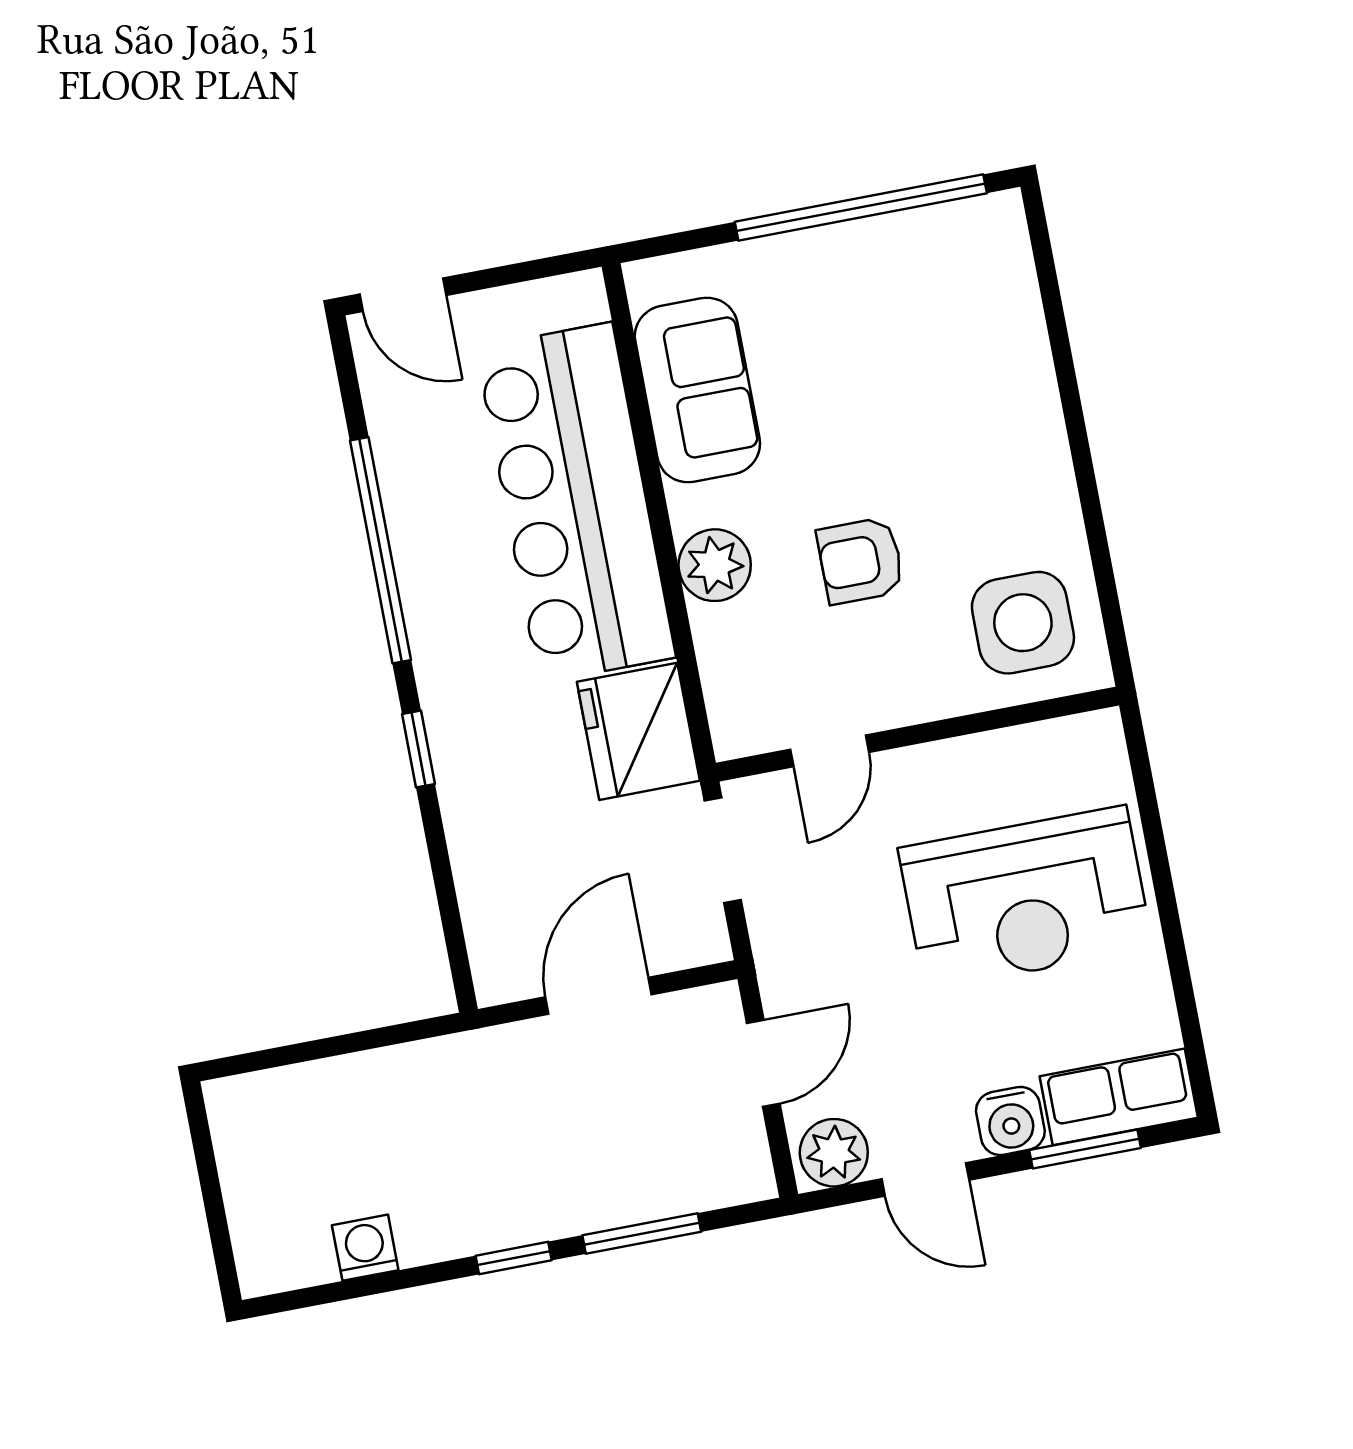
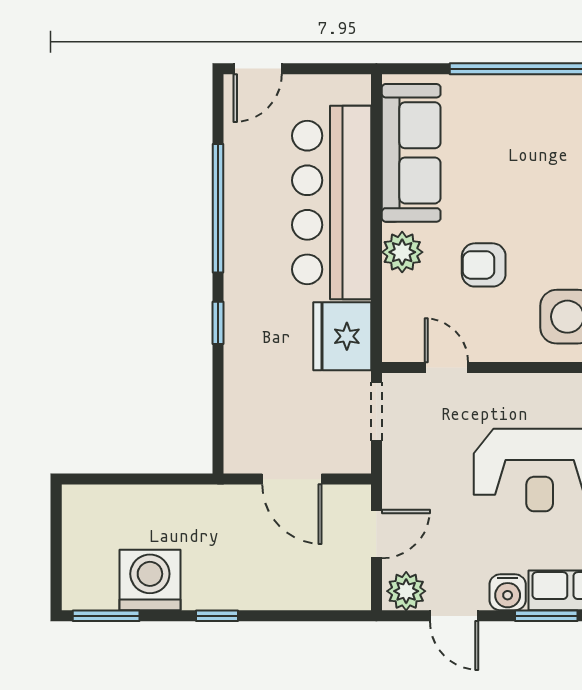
door: (403, 295) -> (258, 69), hinge flipped
sofa: (697, 390) -> (411, 153), width x1.36
door: (830, 751) -> (446, 367), swing flipped
door: (598, 996) -> (292, 479), swing flipped
window: (642, 1234) -> (106, 616), moved
washing machine: (365, 1248) -> (150, 580), width x1.89, depth x1.89

